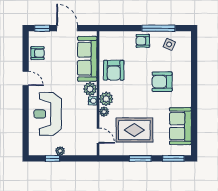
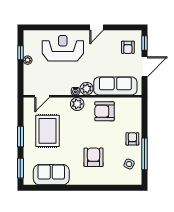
armchair: (38, 53) -> (128, 47), moved
plant: (104, 112) -> (65, 102), removed

